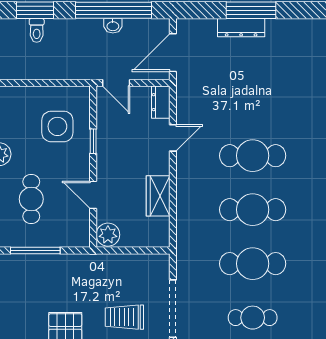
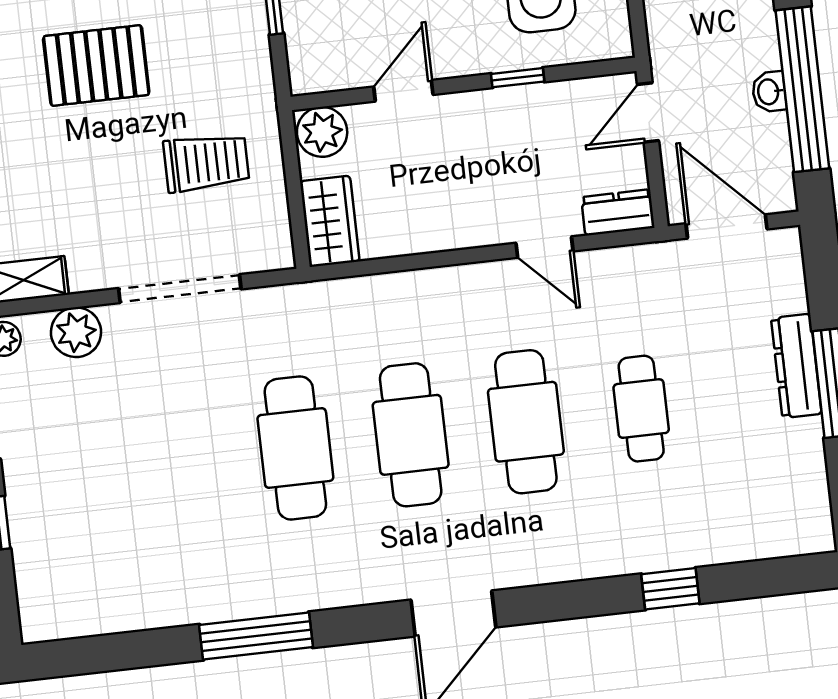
wardrobe: (158, 196) -> (330, 221), moved, turned 90
trolley: (124, 317) -> (206, 163), moved, turned 90
cafe table: (253, 318) -> (641, 409), moved

